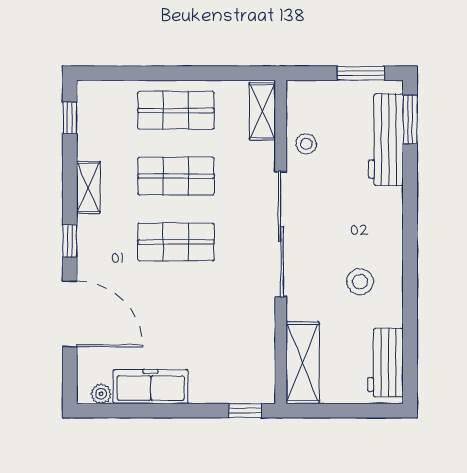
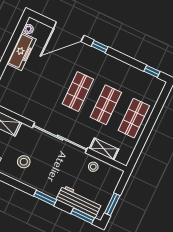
shelving: (262, 111) -> (104, 149), moved
shelving: (88, 187) -> (119, 65), removed
window: (410, 208) -> (45, 198), added

